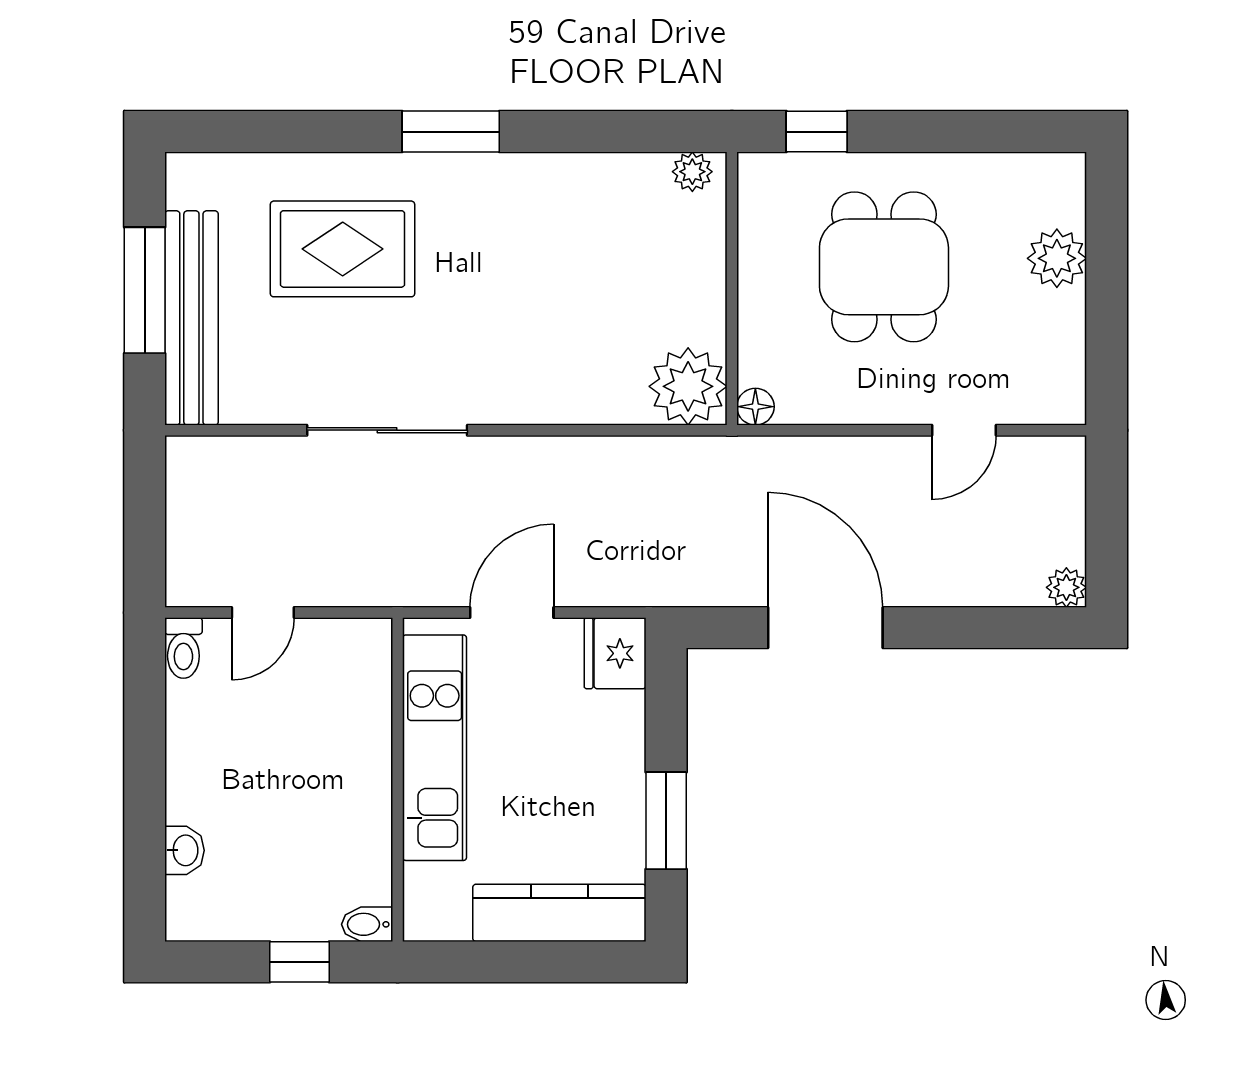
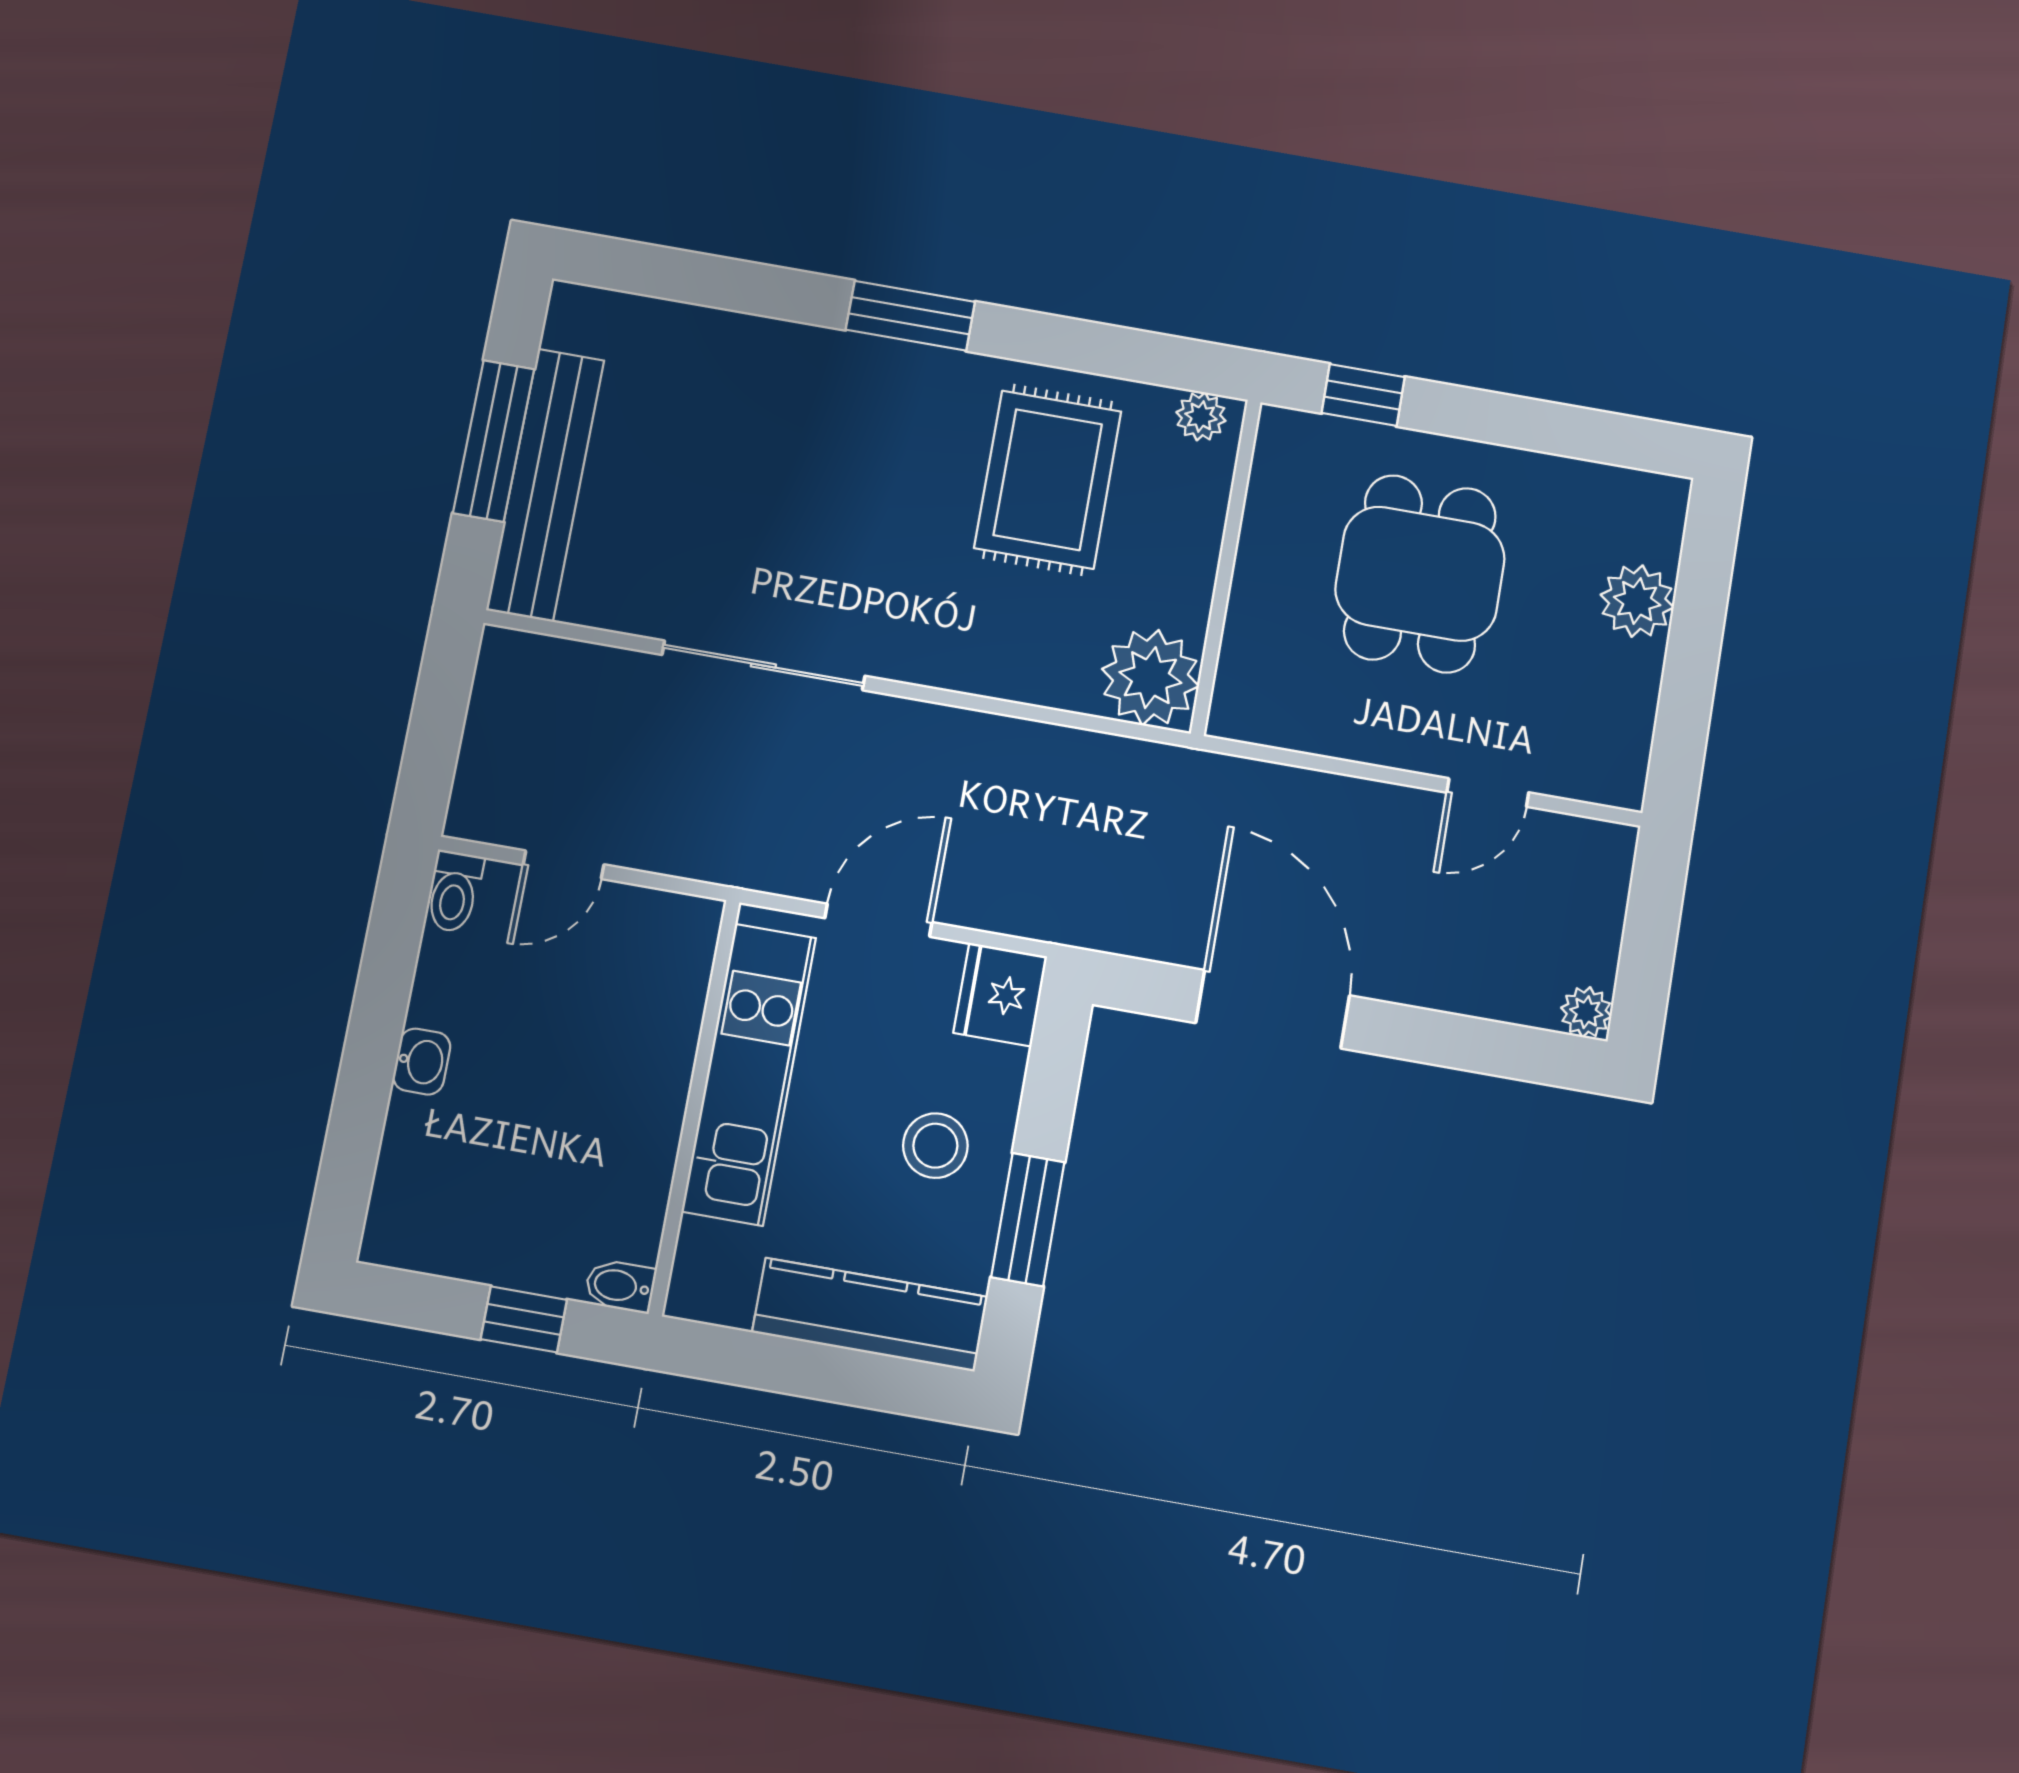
rug: (343, 249) -> (1048, 480), moved, turned 90
floor lamp: (755, 407) -> (1231, 717), removed
stool: (586, 777) -> (935, 1146), added
washbasin: (184, 850) -> (422, 1062), moved

